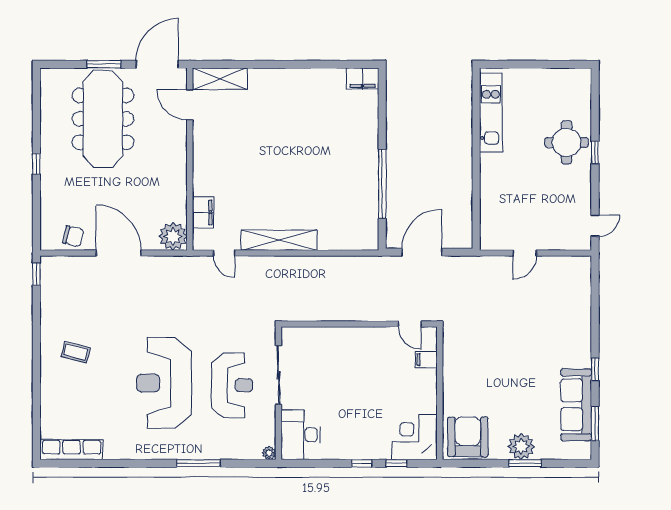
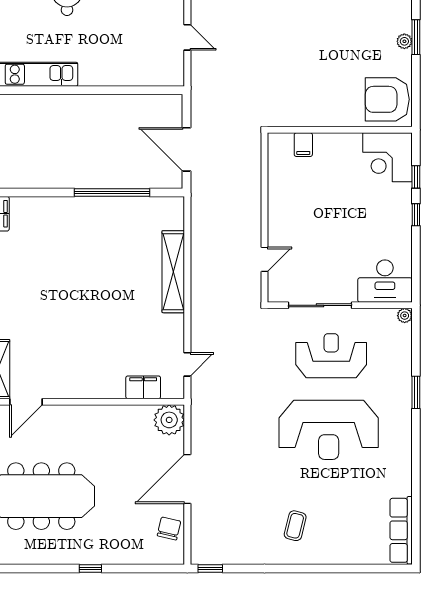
shelving: (279, 240) -> (173, 272), moved
door: (410, 324) -> (265, 259), moved
plant: (521, 446) -> (404, 41), width x0.53, depth x0.53
window: (198, 463) -> (416, 392), width x0.69

